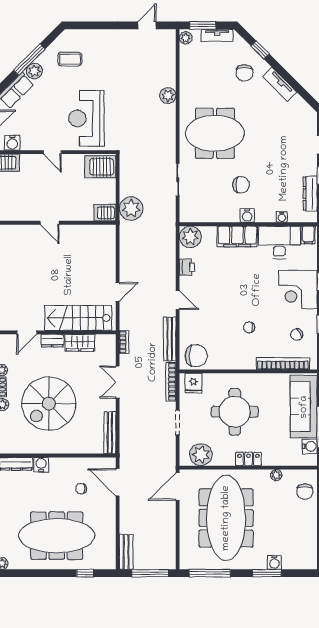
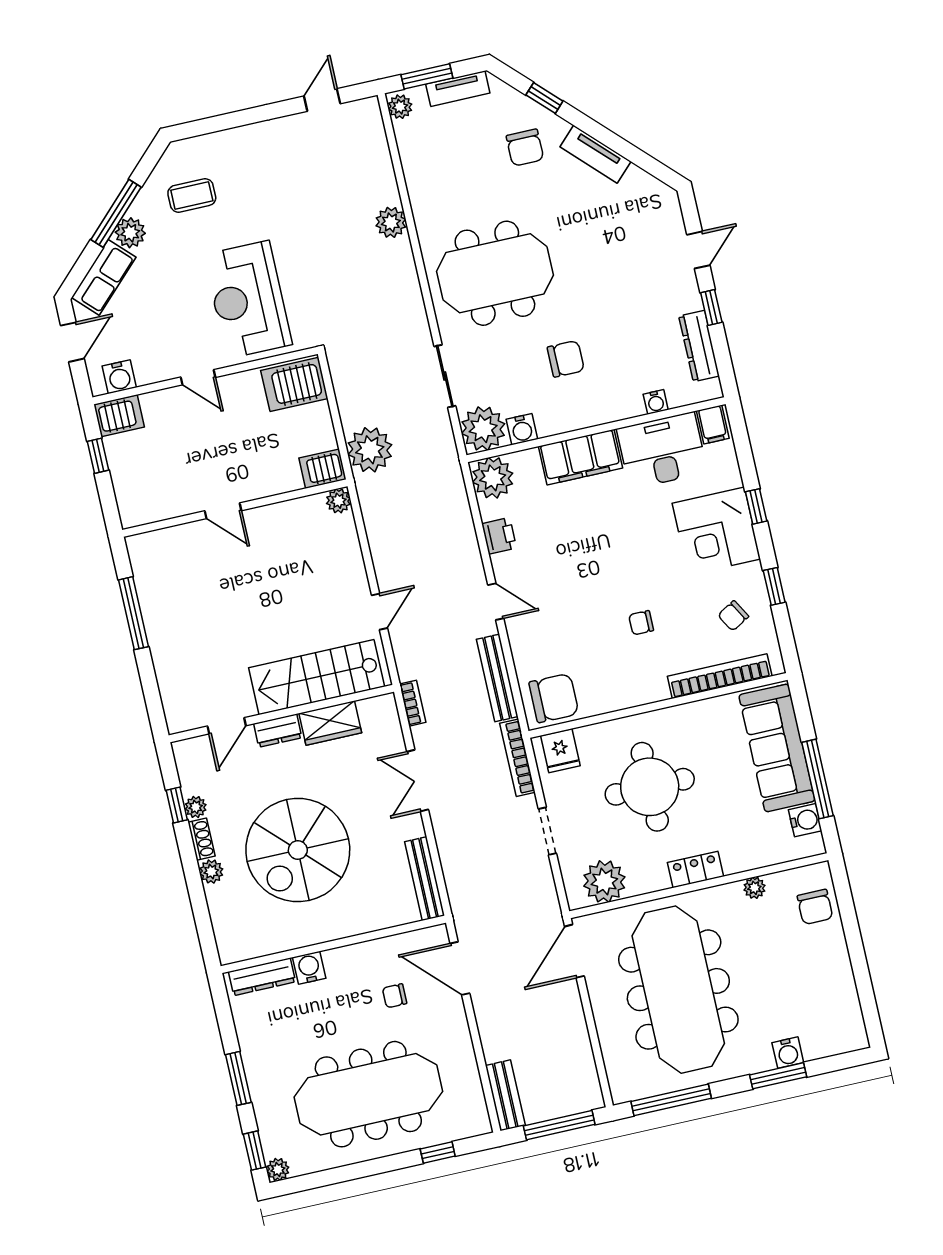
plant: (191, 211) -> (483, 429), added
water cooler: (247, 216) -> (522, 429), moved
plant: (109, 231) -> (338, 501), added

